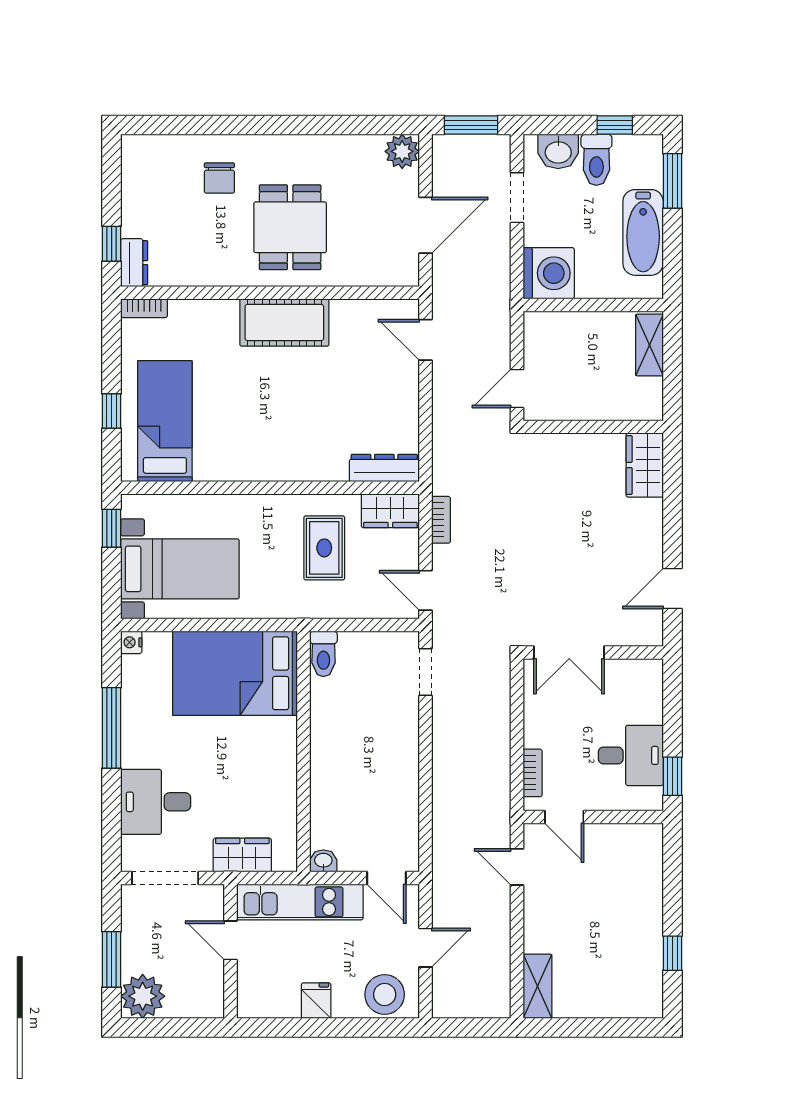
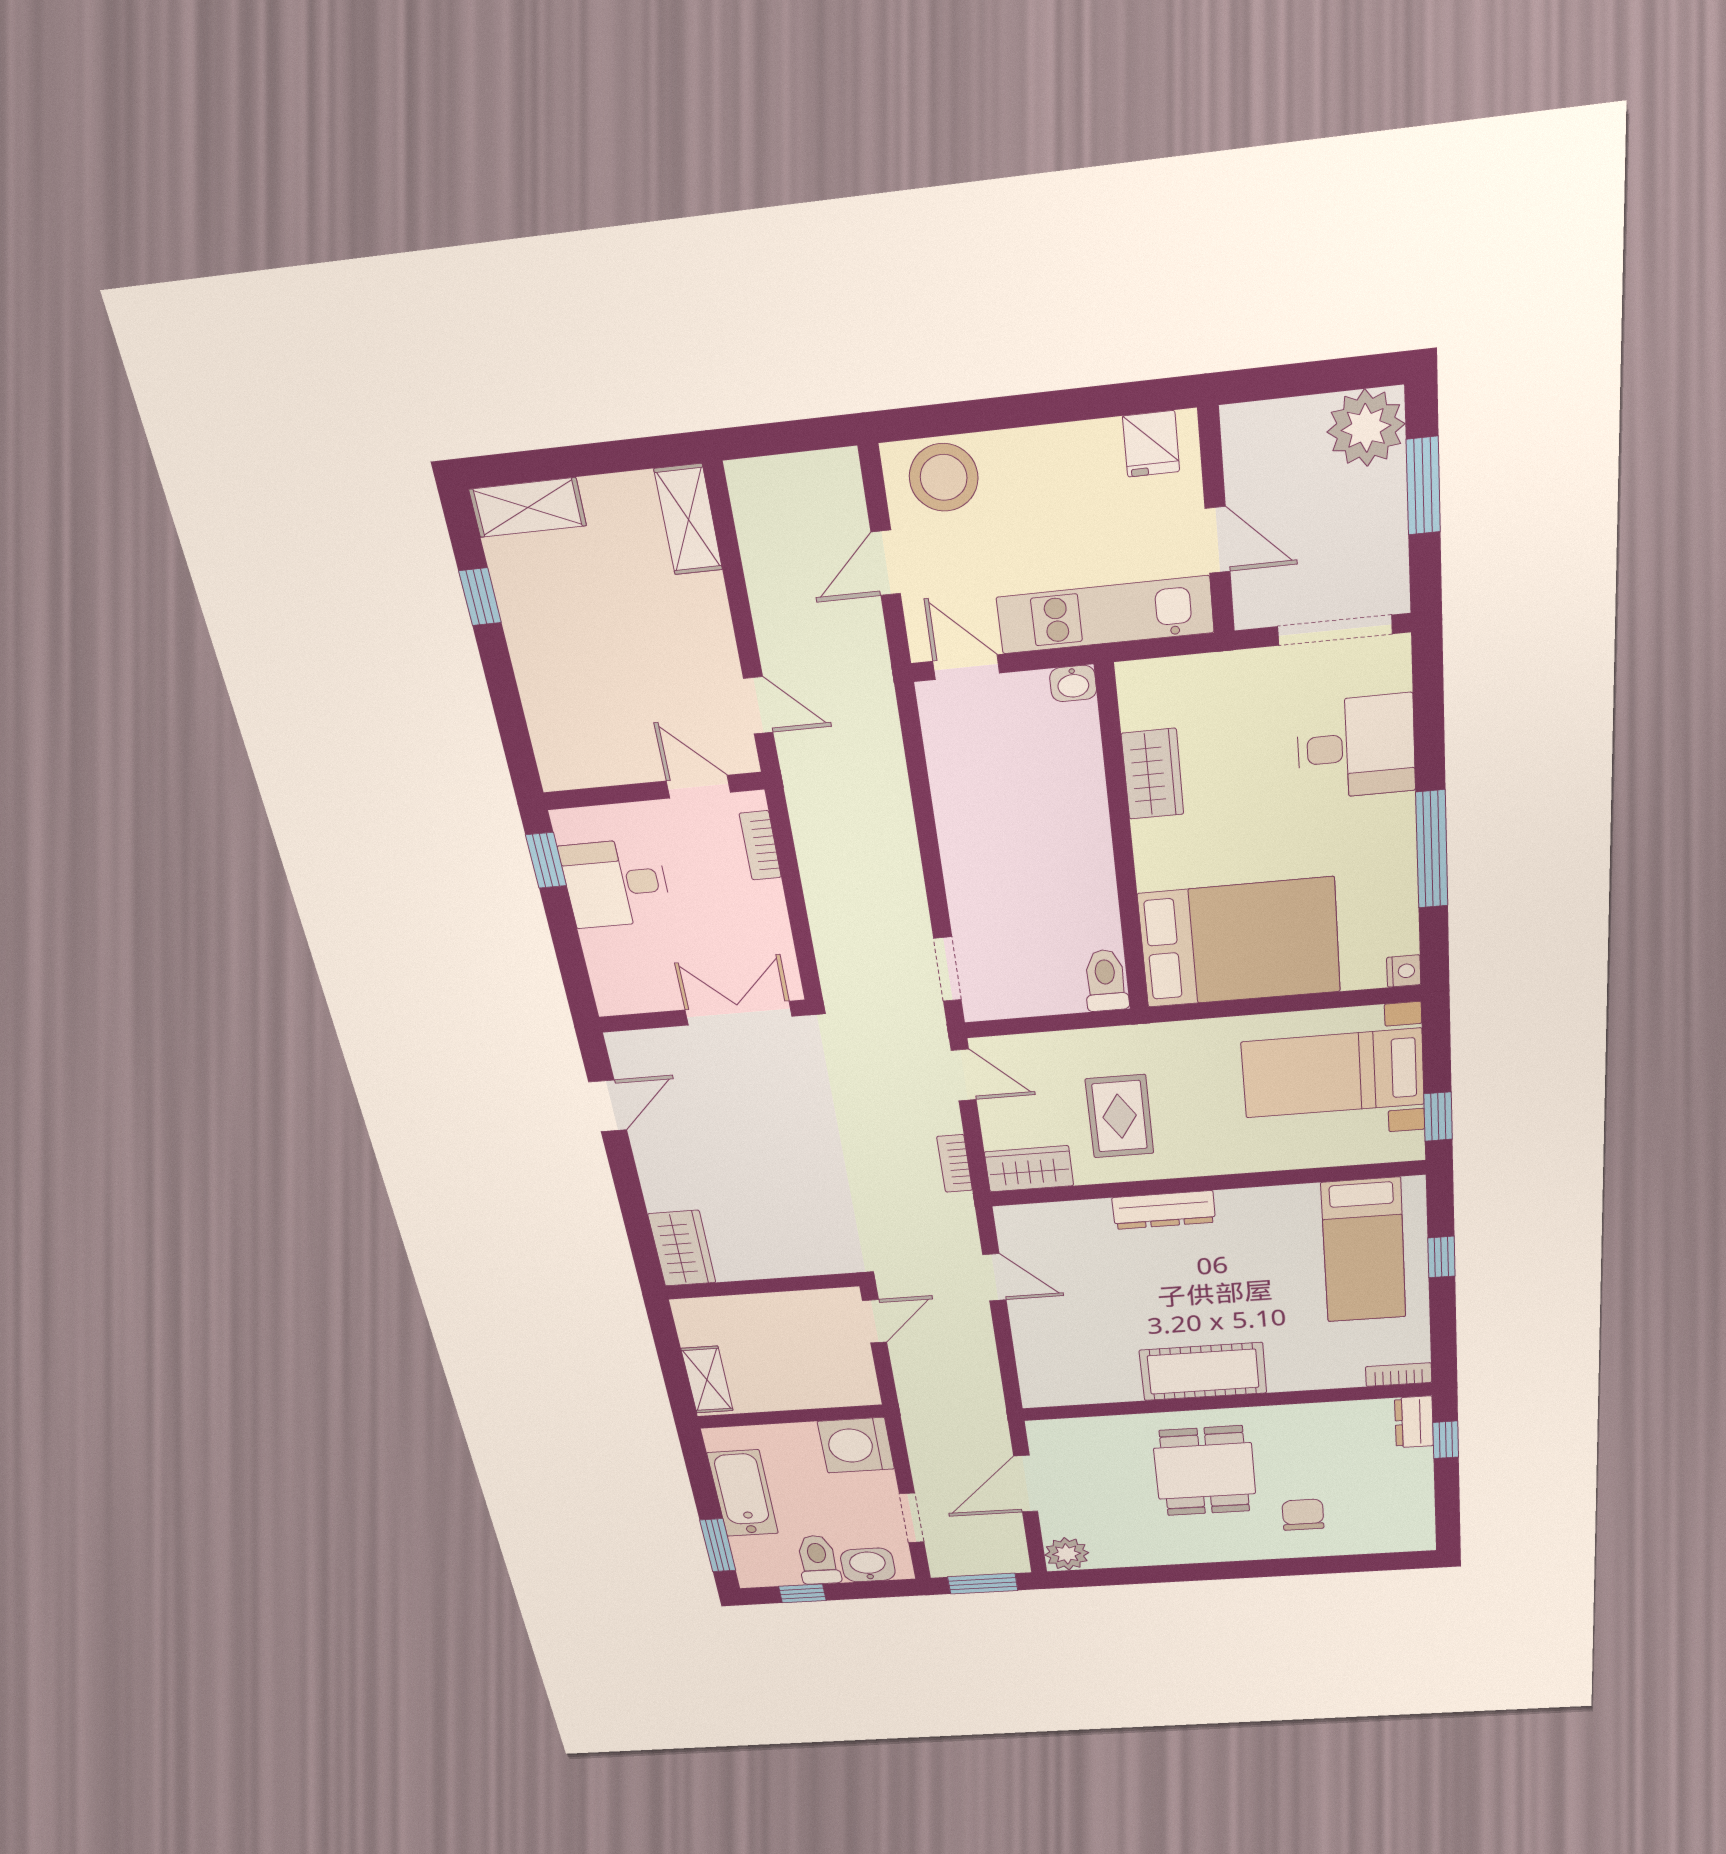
door: (426, 340) -> (994, 1277), moved
dresser: (384, 468) -> (1164, 1210), moved
wardrobe: (242, 855) -> (1153, 774), moved, turned -90
fridge: (316, 1001) -> (1151, 444), moved
shelving: (631, 1004) -> (528, 507), added

